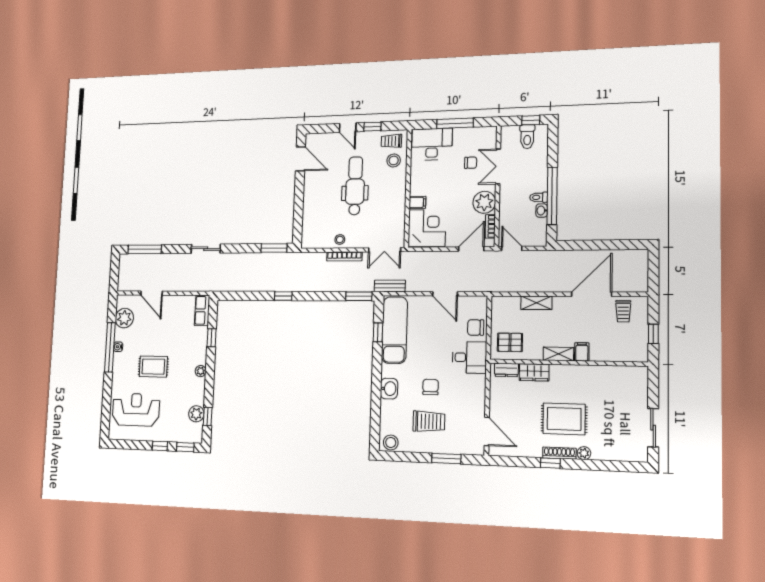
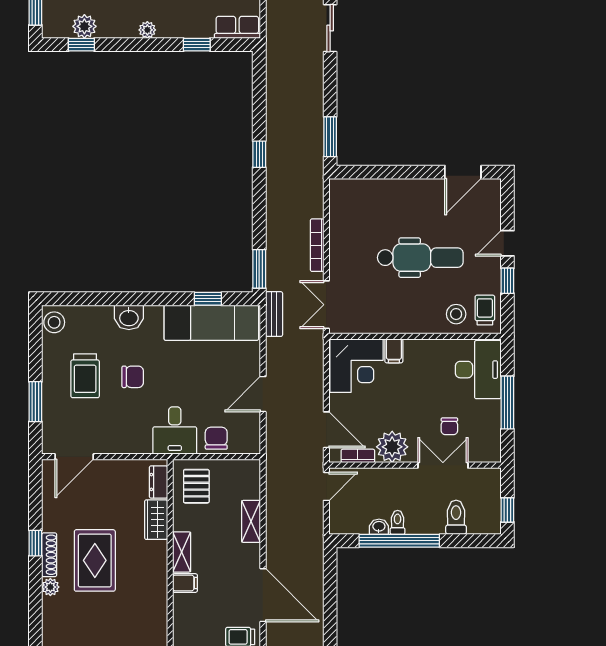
toilet: (527, 137) -> (456, 517), moved, turned 90
stool: (340, 239) -> (342, 237), removed

